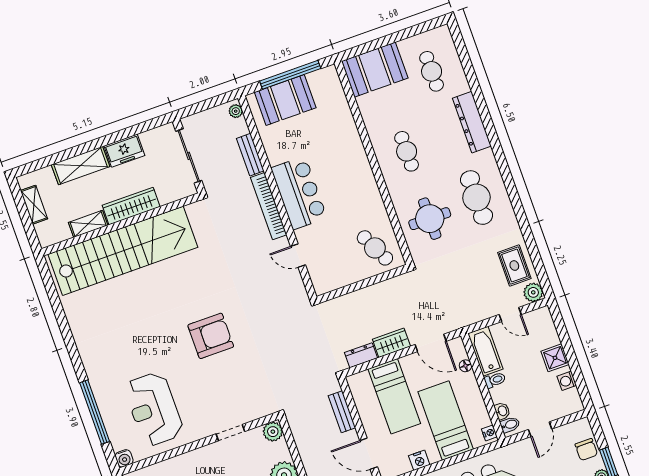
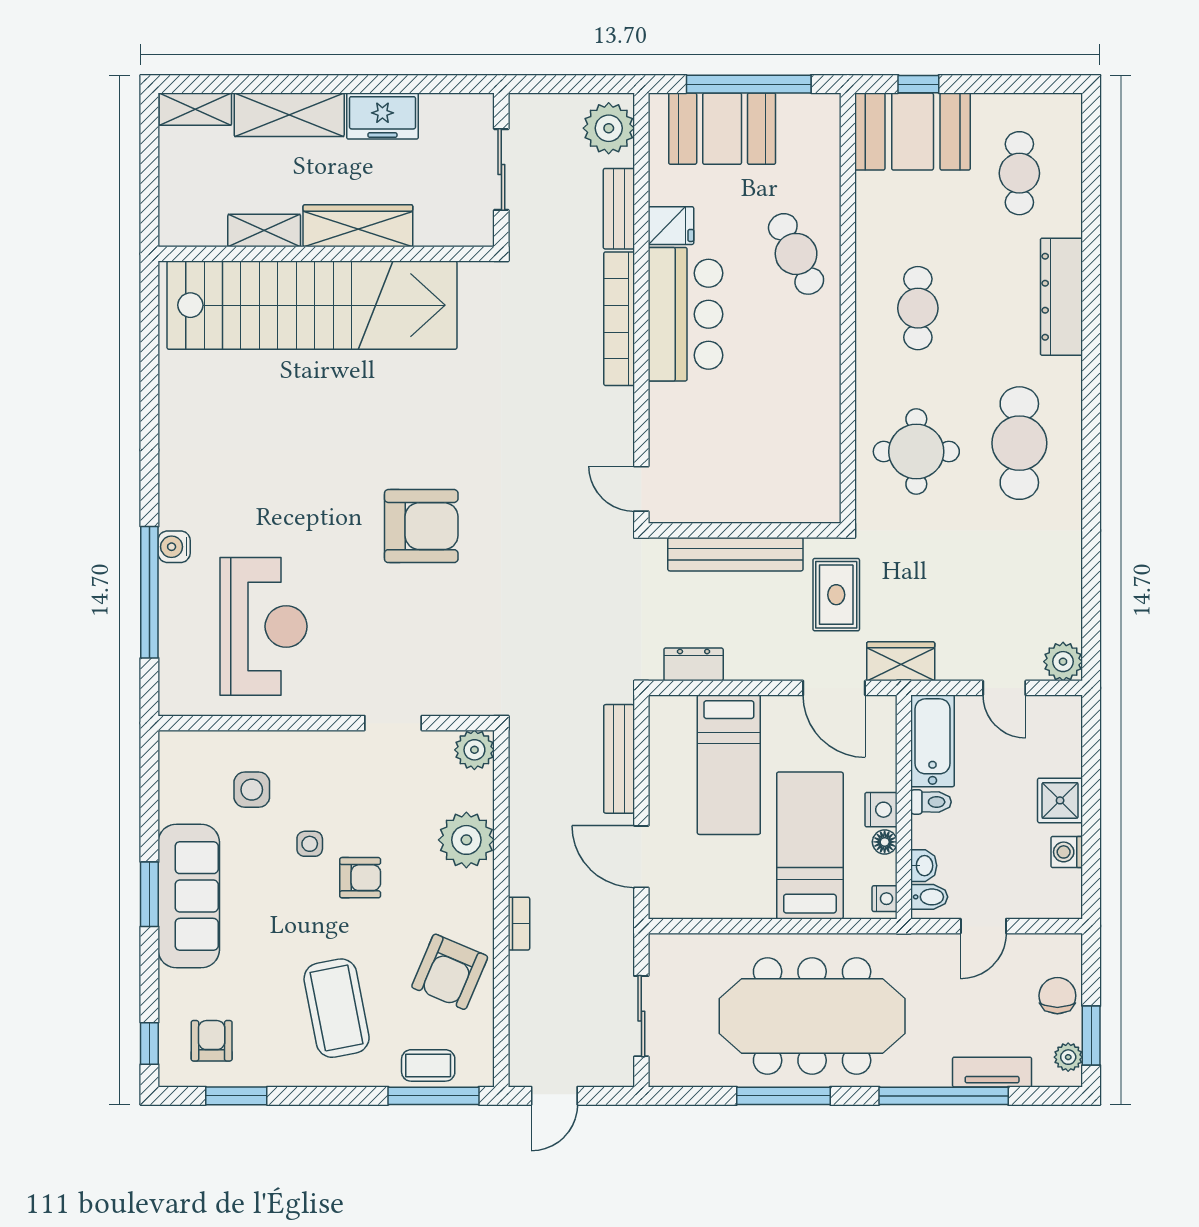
window: (370, 47) -> (918, 84), added
plant: (236, 111) -> (609, 128), width x1.88, depth x1.88
fridge: (277, 154) -> (671, 226), added
sliding door: (189, 156) -> (501, 169), width x0.73
shelving: (34, 205) -> (195, 109), moved, turned 90
cafe table: (375, 248) -> (796, 254), moved
door: (298, 256) -> (641, 489), moved
rug: (514, 266) -> (836, 595), moved
bench: (362, 297) -> (735, 554), added
wardrobe: (391, 343) -> (901, 661), moved
floor lamp: (465, 366) -> (885, 842), moved
reception desk: (154, 409) -> (264, 626), turned 180
bench: (342, 412) -> (619, 759), width x1.36
chair: (586, 449) -> (1057, 996), turned 180
water cooler: (124, 458) -> (174, 547), moved, turned 90
nightstand: (419, 460) -> (881, 810), moved, turned -90

